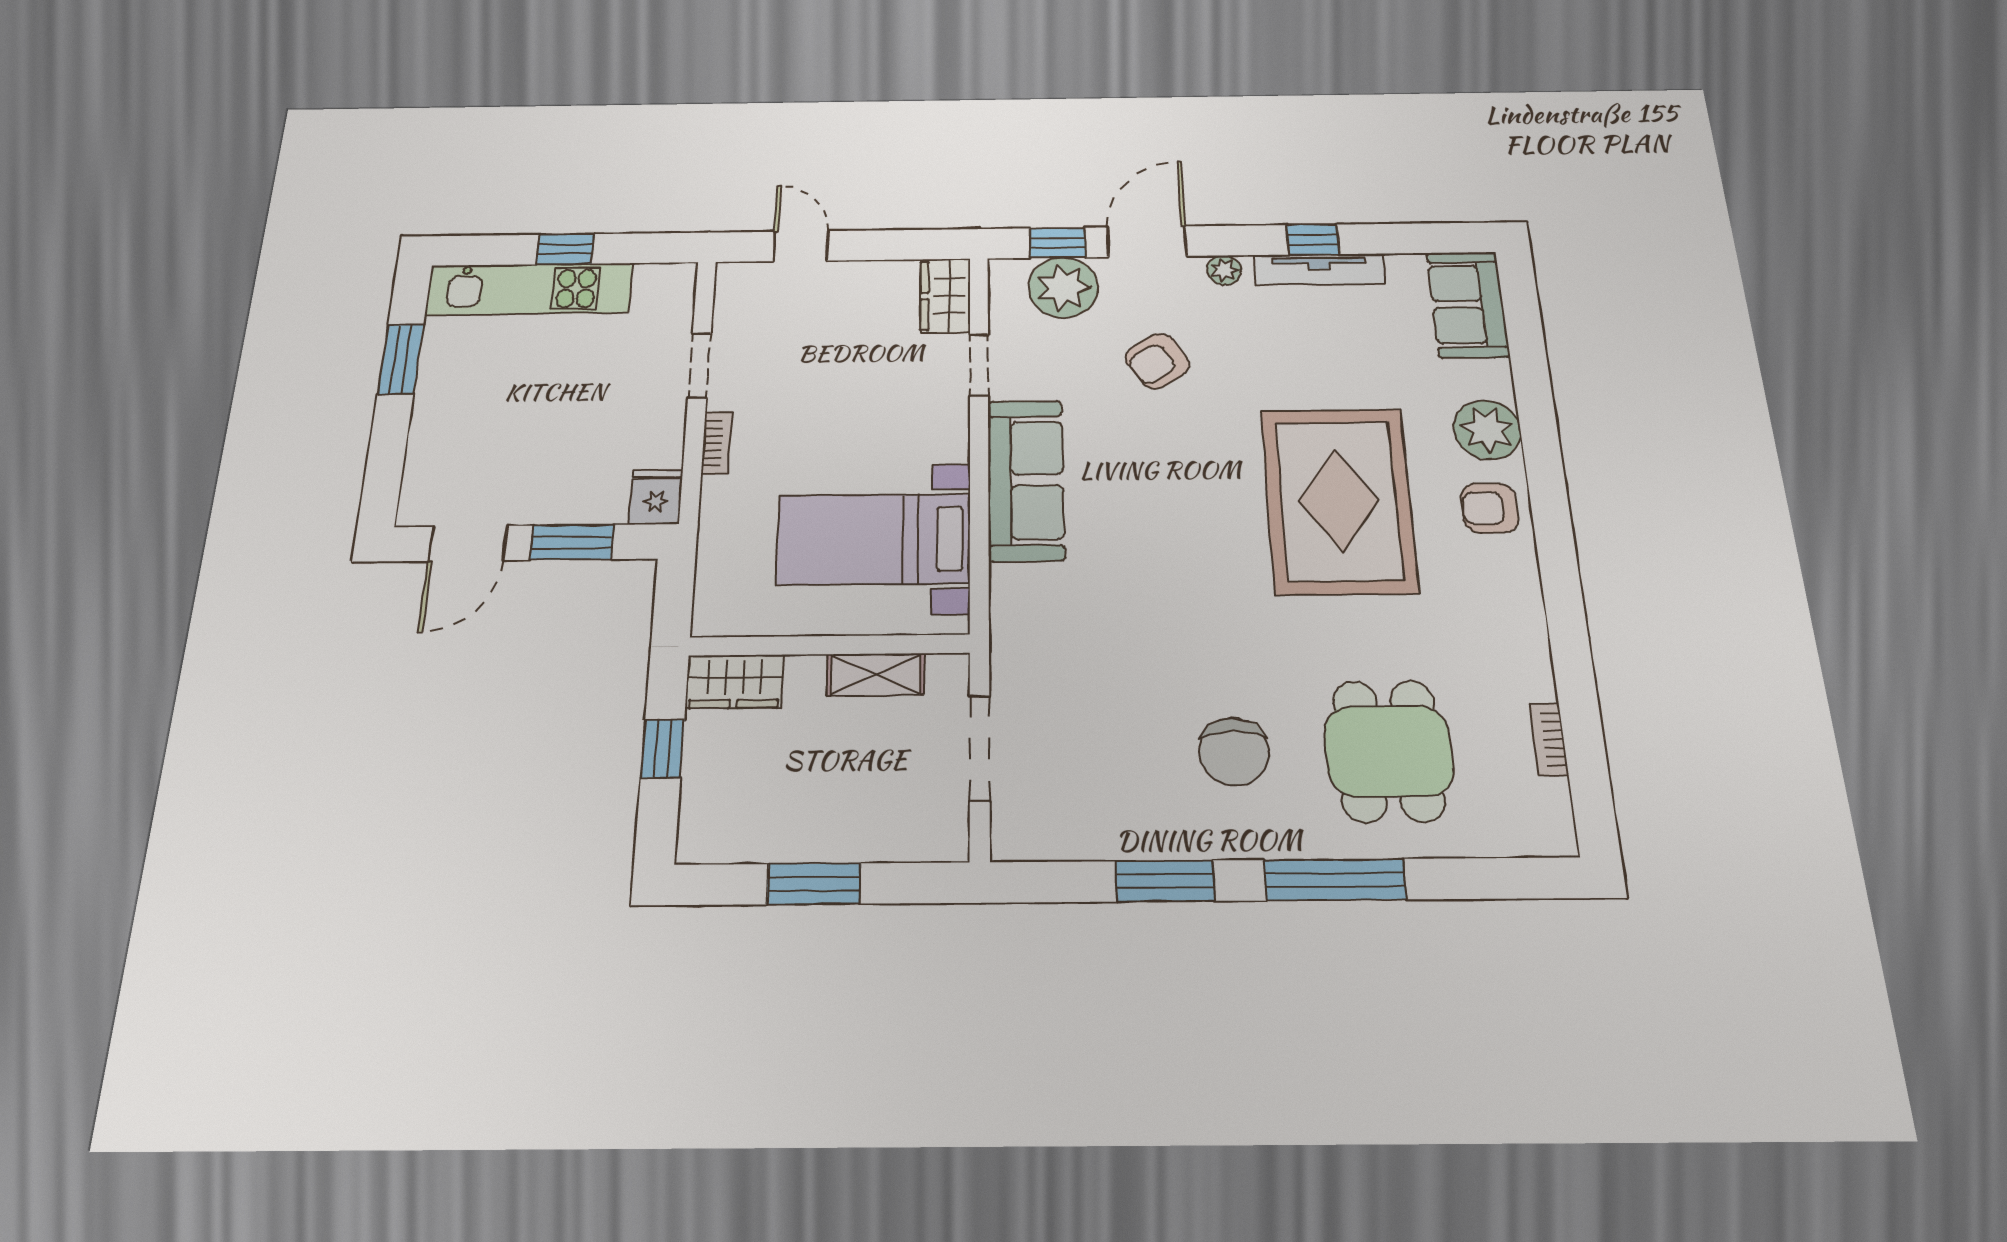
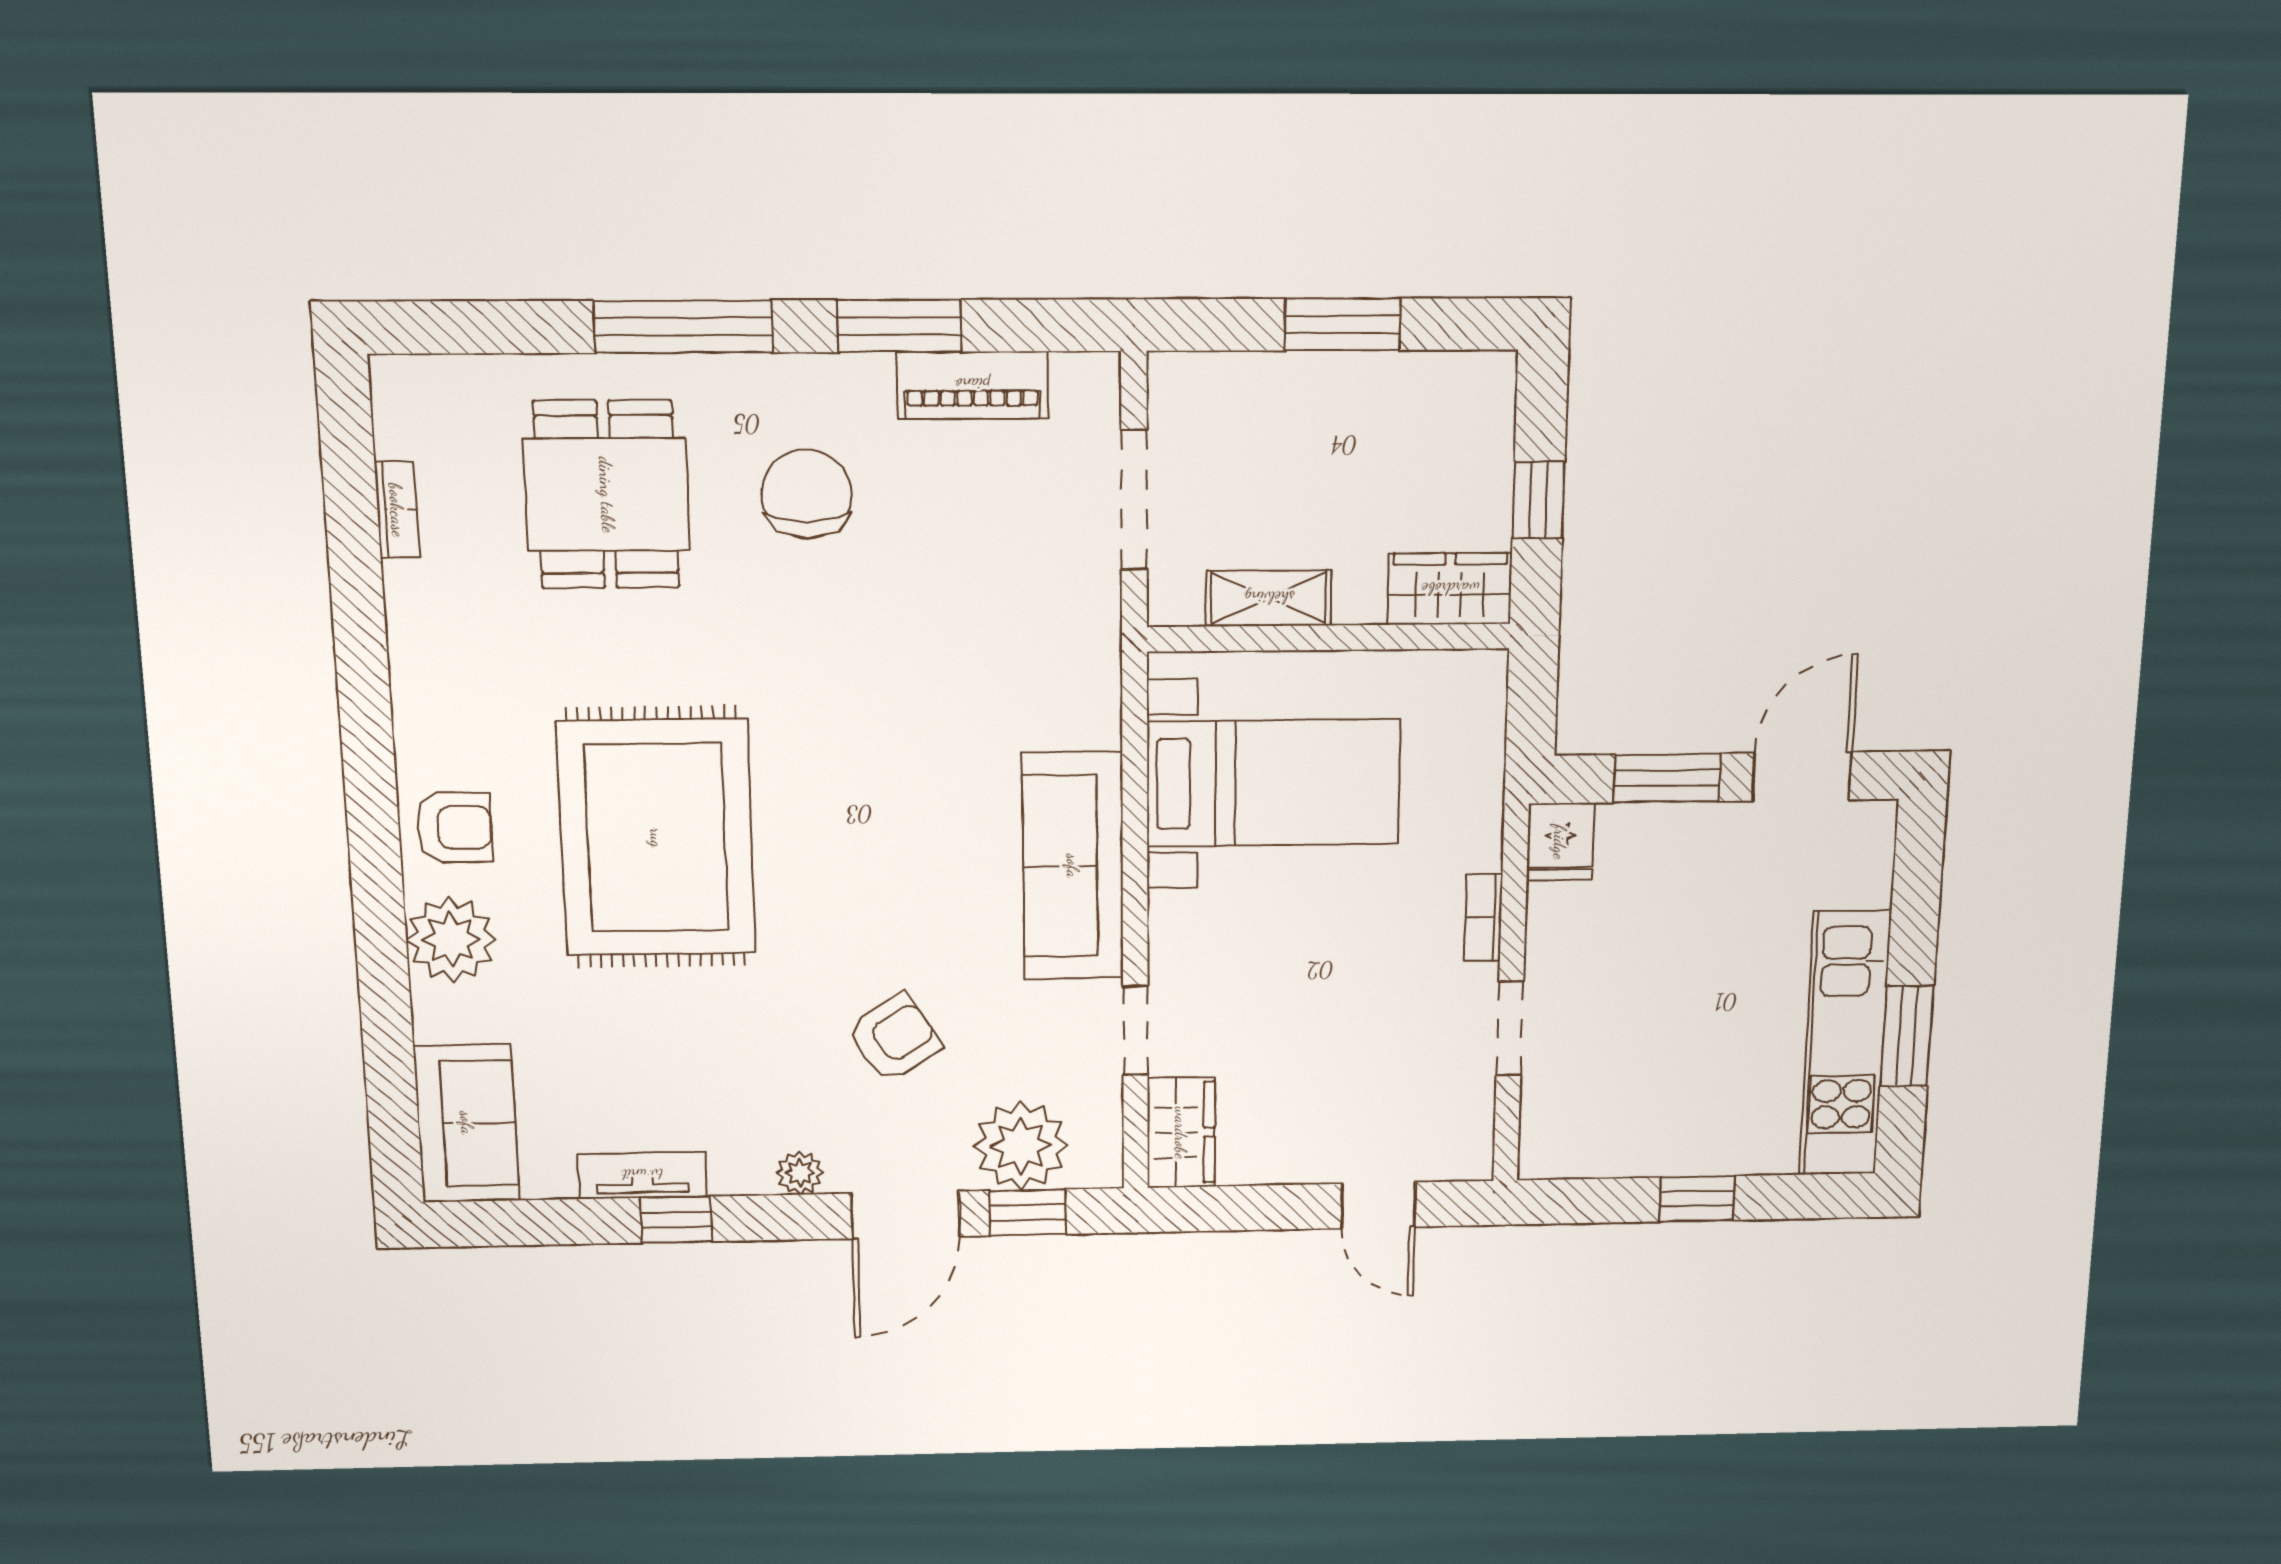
tv unit: (1320, 269) -> (642, 1175), width x0.71
kitchen unit: (529, 289) -> (1845, 1044), moved, turned -90
piano: (1107, 835) -> (972, 385), added

